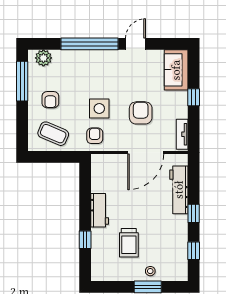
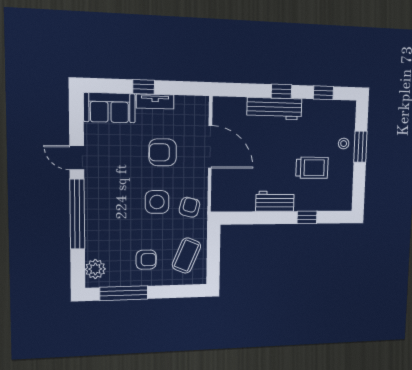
tv unit: (182, 134) -> (155, 101), moved
armchair: (95, 136) -> (189, 207), turned 104
workbench: (179, 190) -> (274, 109), moved

